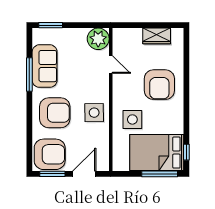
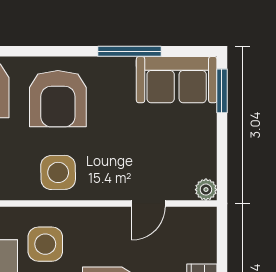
plant: (98, 39) -> (206, 190), width x0.53, depth x0.53
sofa: (45, 66) -> (177, 80), moved

